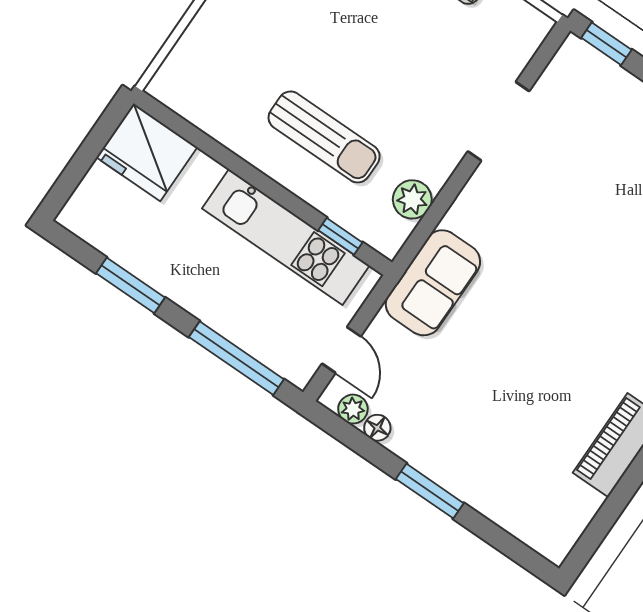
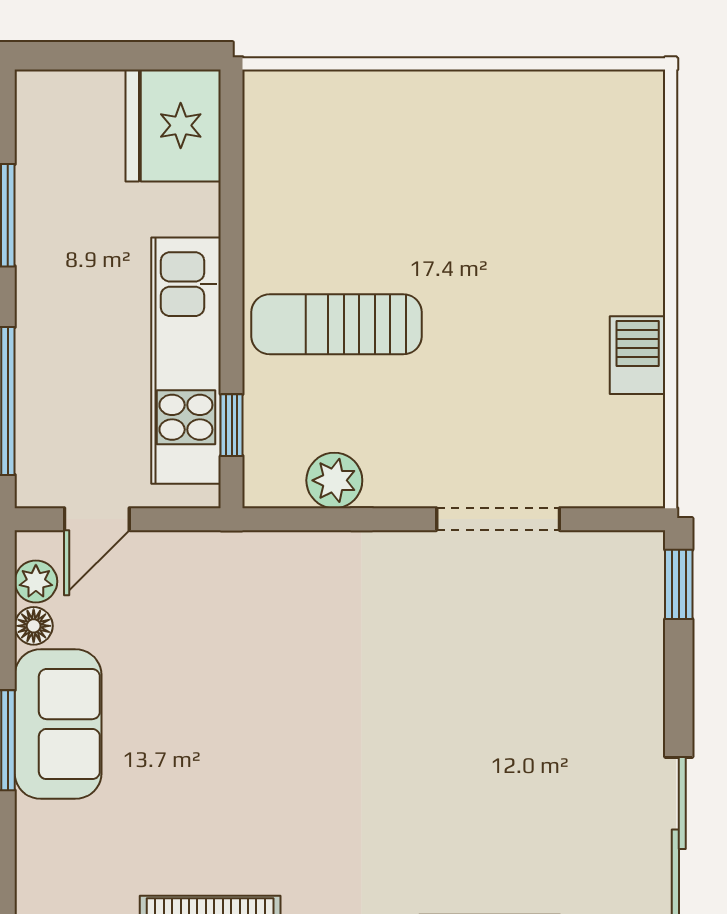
sun lounger: (324, 137) -> (336, 324), turned 90
sofa: (433, 283) -> (58, 724), moved, turned -90

